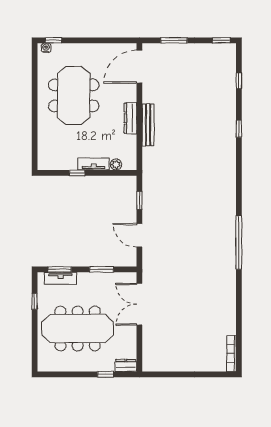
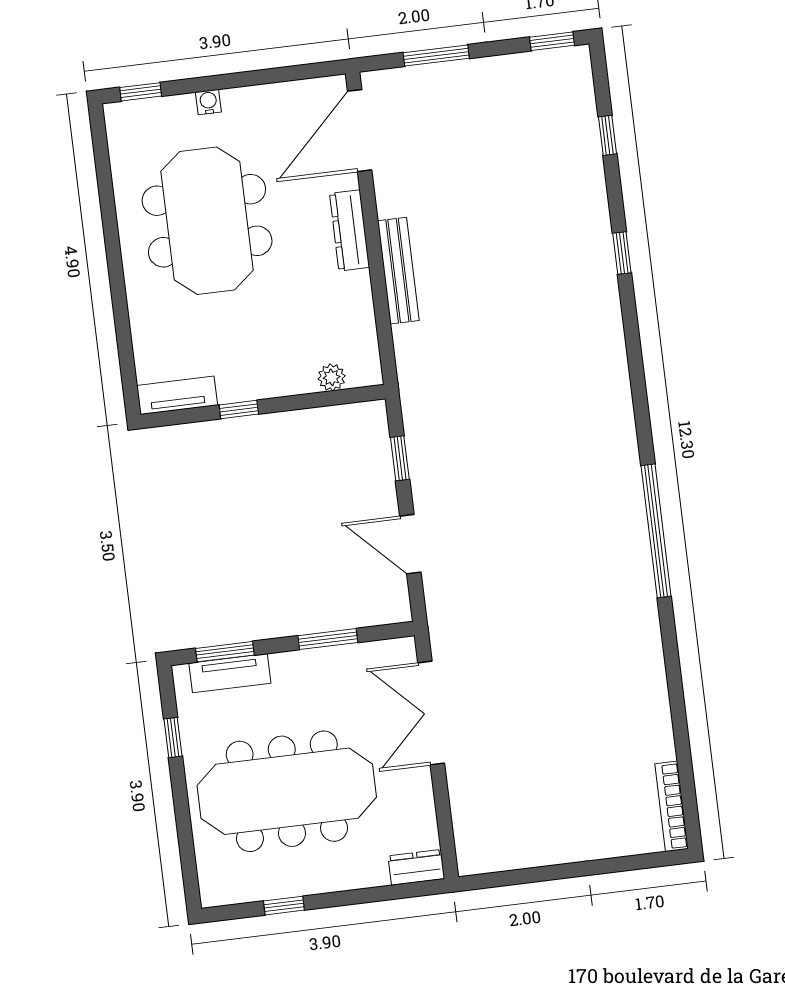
water cooler: (46, 48) -> (208, 102), moved
dresser: (130, 118) -> (349, 230), moved
tv unit: (94, 164) -> (177, 395), moved
window: (106, 374) -> (284, 906), moved

